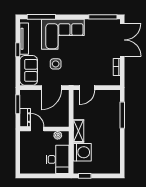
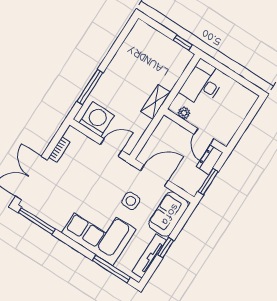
washing machine: (82, 152) -> (97, 119), moved, turned 90

